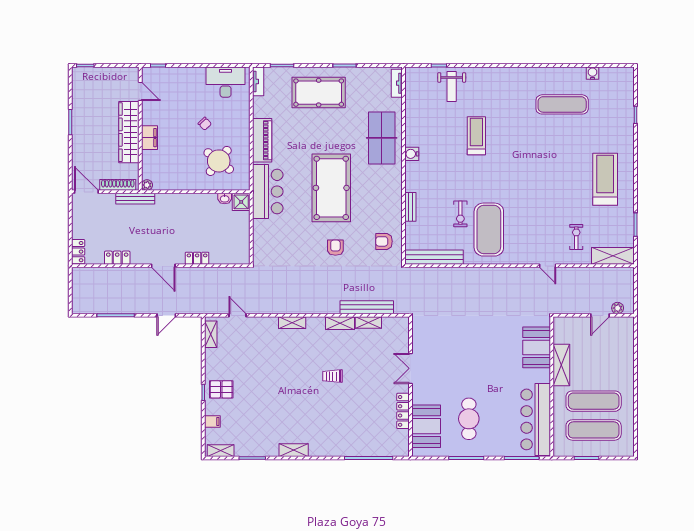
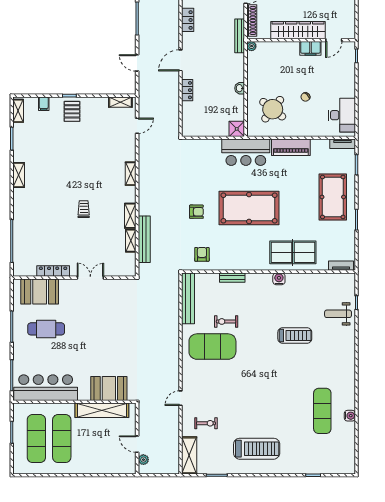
water cooler: (593, 73) -> (350, 416), moved
filing cabinet: (149, 138) -> (310, 48), moved
washbasin: (225, 199) -> (240, 88), moved
shelving: (561, 365) -> (102, 410), width x1.47

